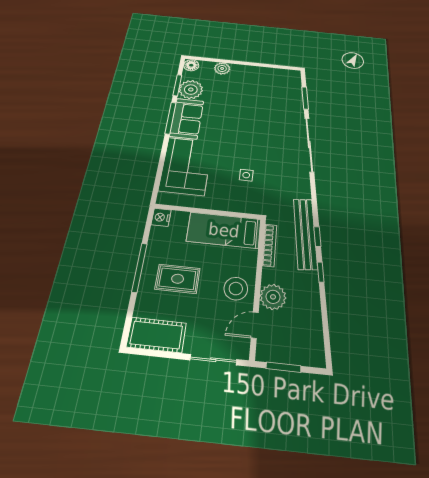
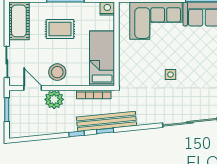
side table: (246, 175) -> (170, 75), moved
rug: (178, 279) -> (60, 29), turned 90

